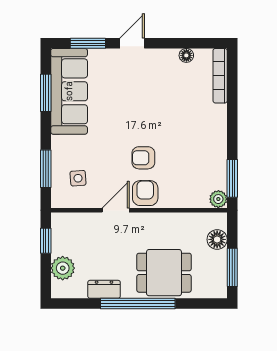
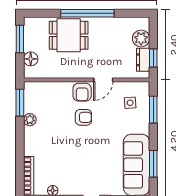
plant: (218, 199) -> (30, 120), moved
dresser: (104, 289) -> (143, 60), moved, turned 90

